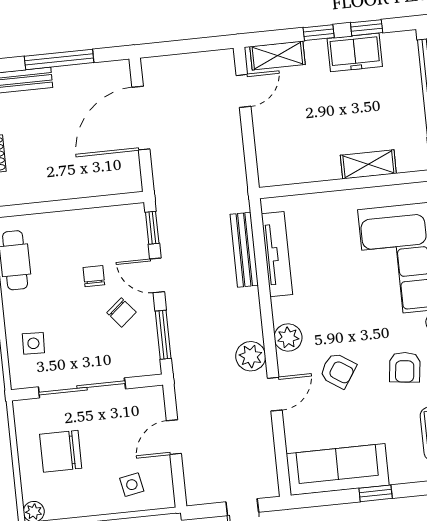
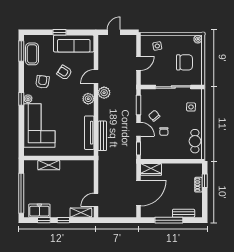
freezer: (355, 52) -> (39, 211), moved
wardrobe: (116, 180) -> (151, 169), added
armchair: (338, 371) -> (64, 73), moved

